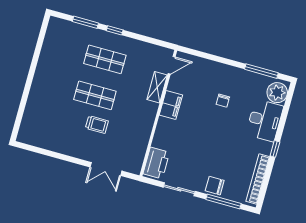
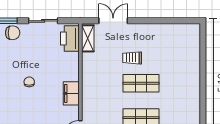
shelving: (157, 87) -> (88, 38), moved
chair: (223, 101) -> (29, 82), moved

